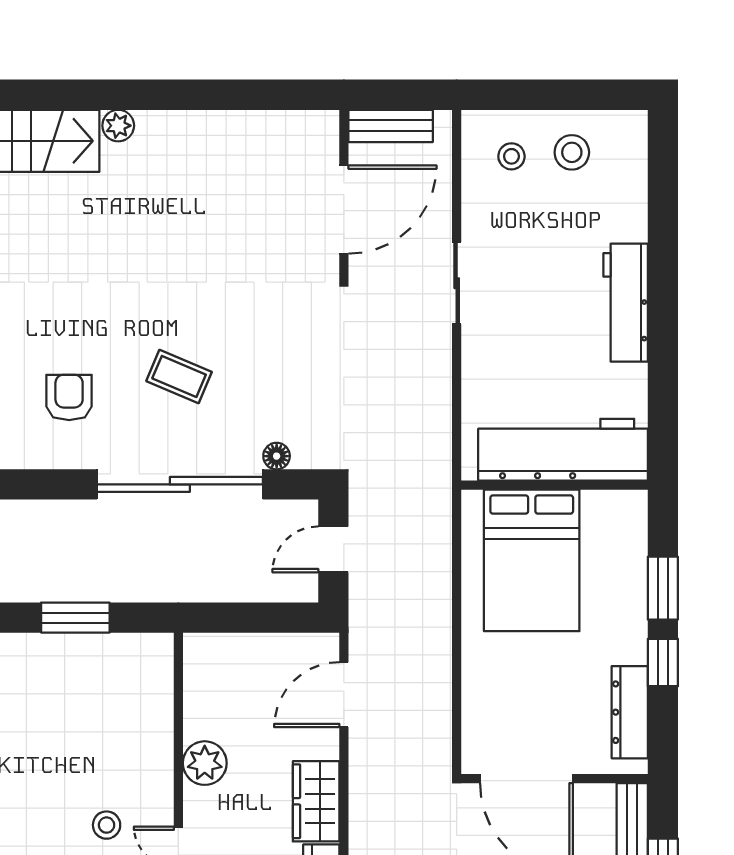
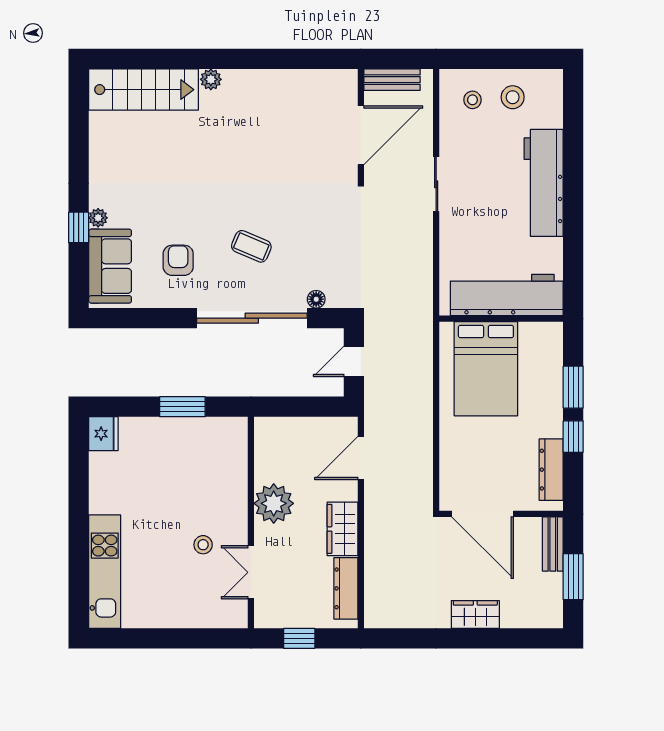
workbench: (626, 303) -> (544, 183), width x1.36, depth x1.32
plant: (205, 763) -> (274, 503), width x1.36, depth x1.36

